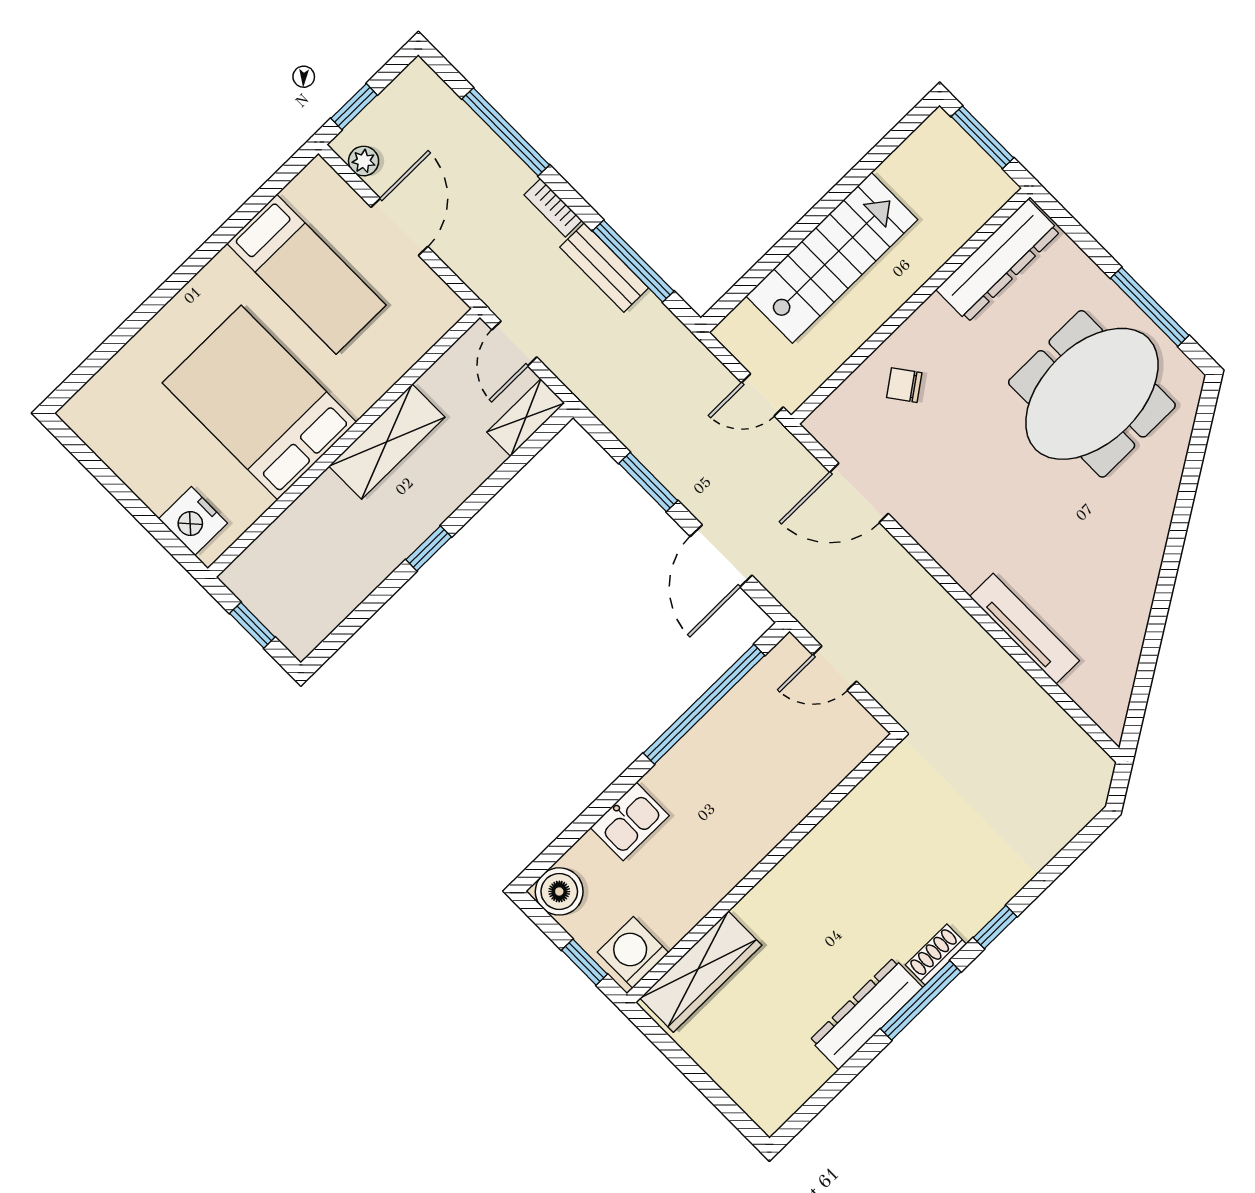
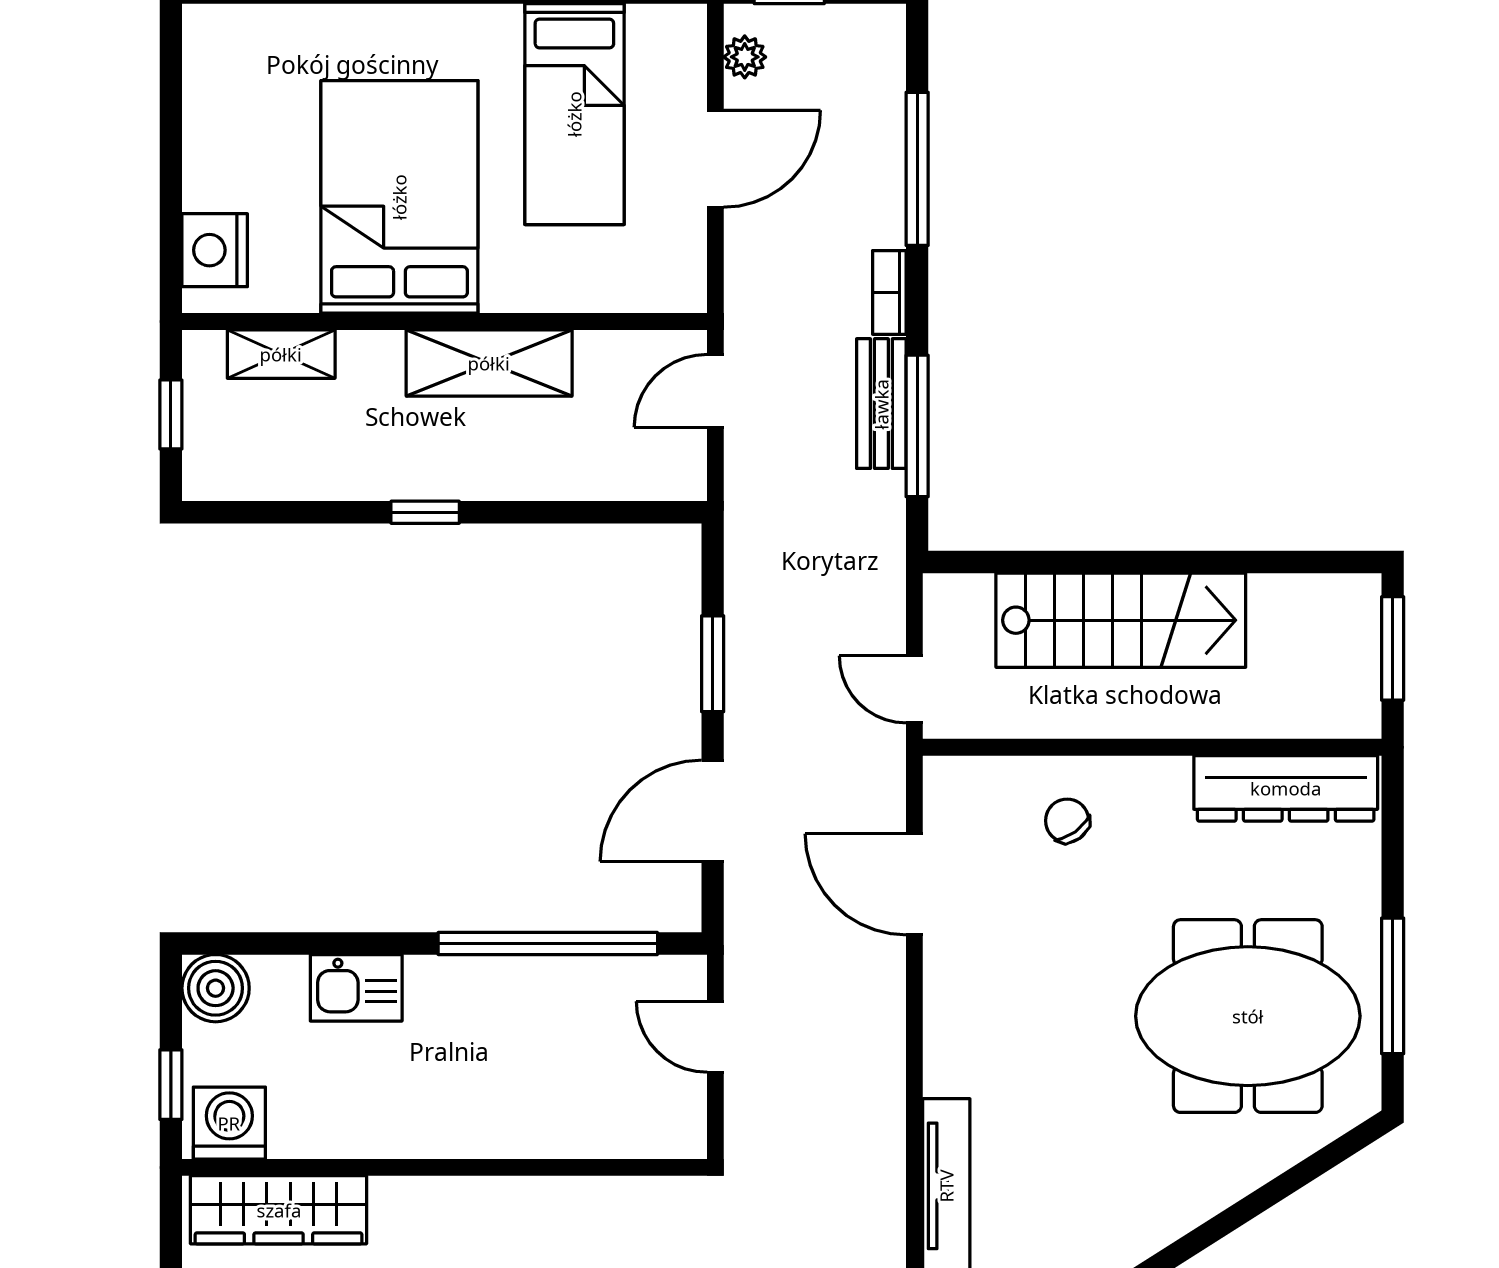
shelving: (526, 418) -> (281, 354), moved

